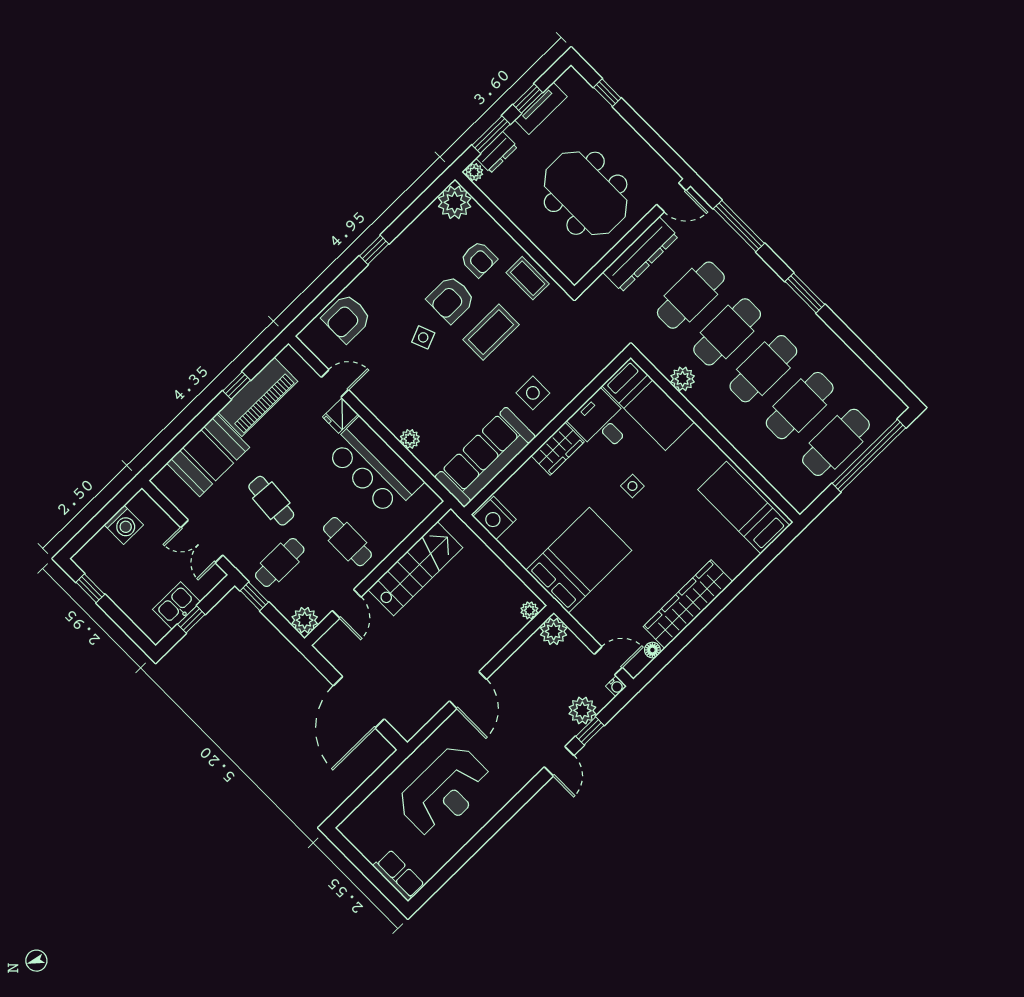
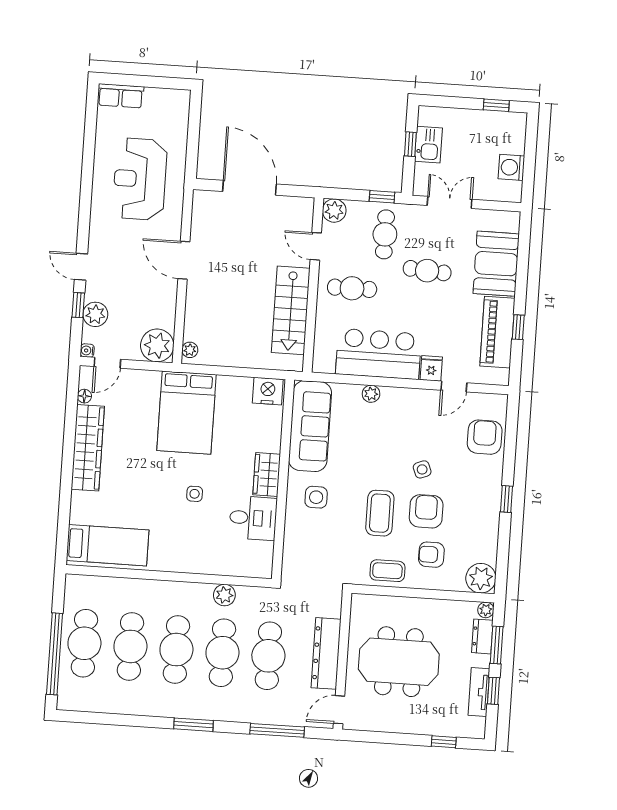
bed: (648, 404) -> (233, 558), removed
plant: (554, 631) -> (157, 345), width x1.36, depth x1.36

